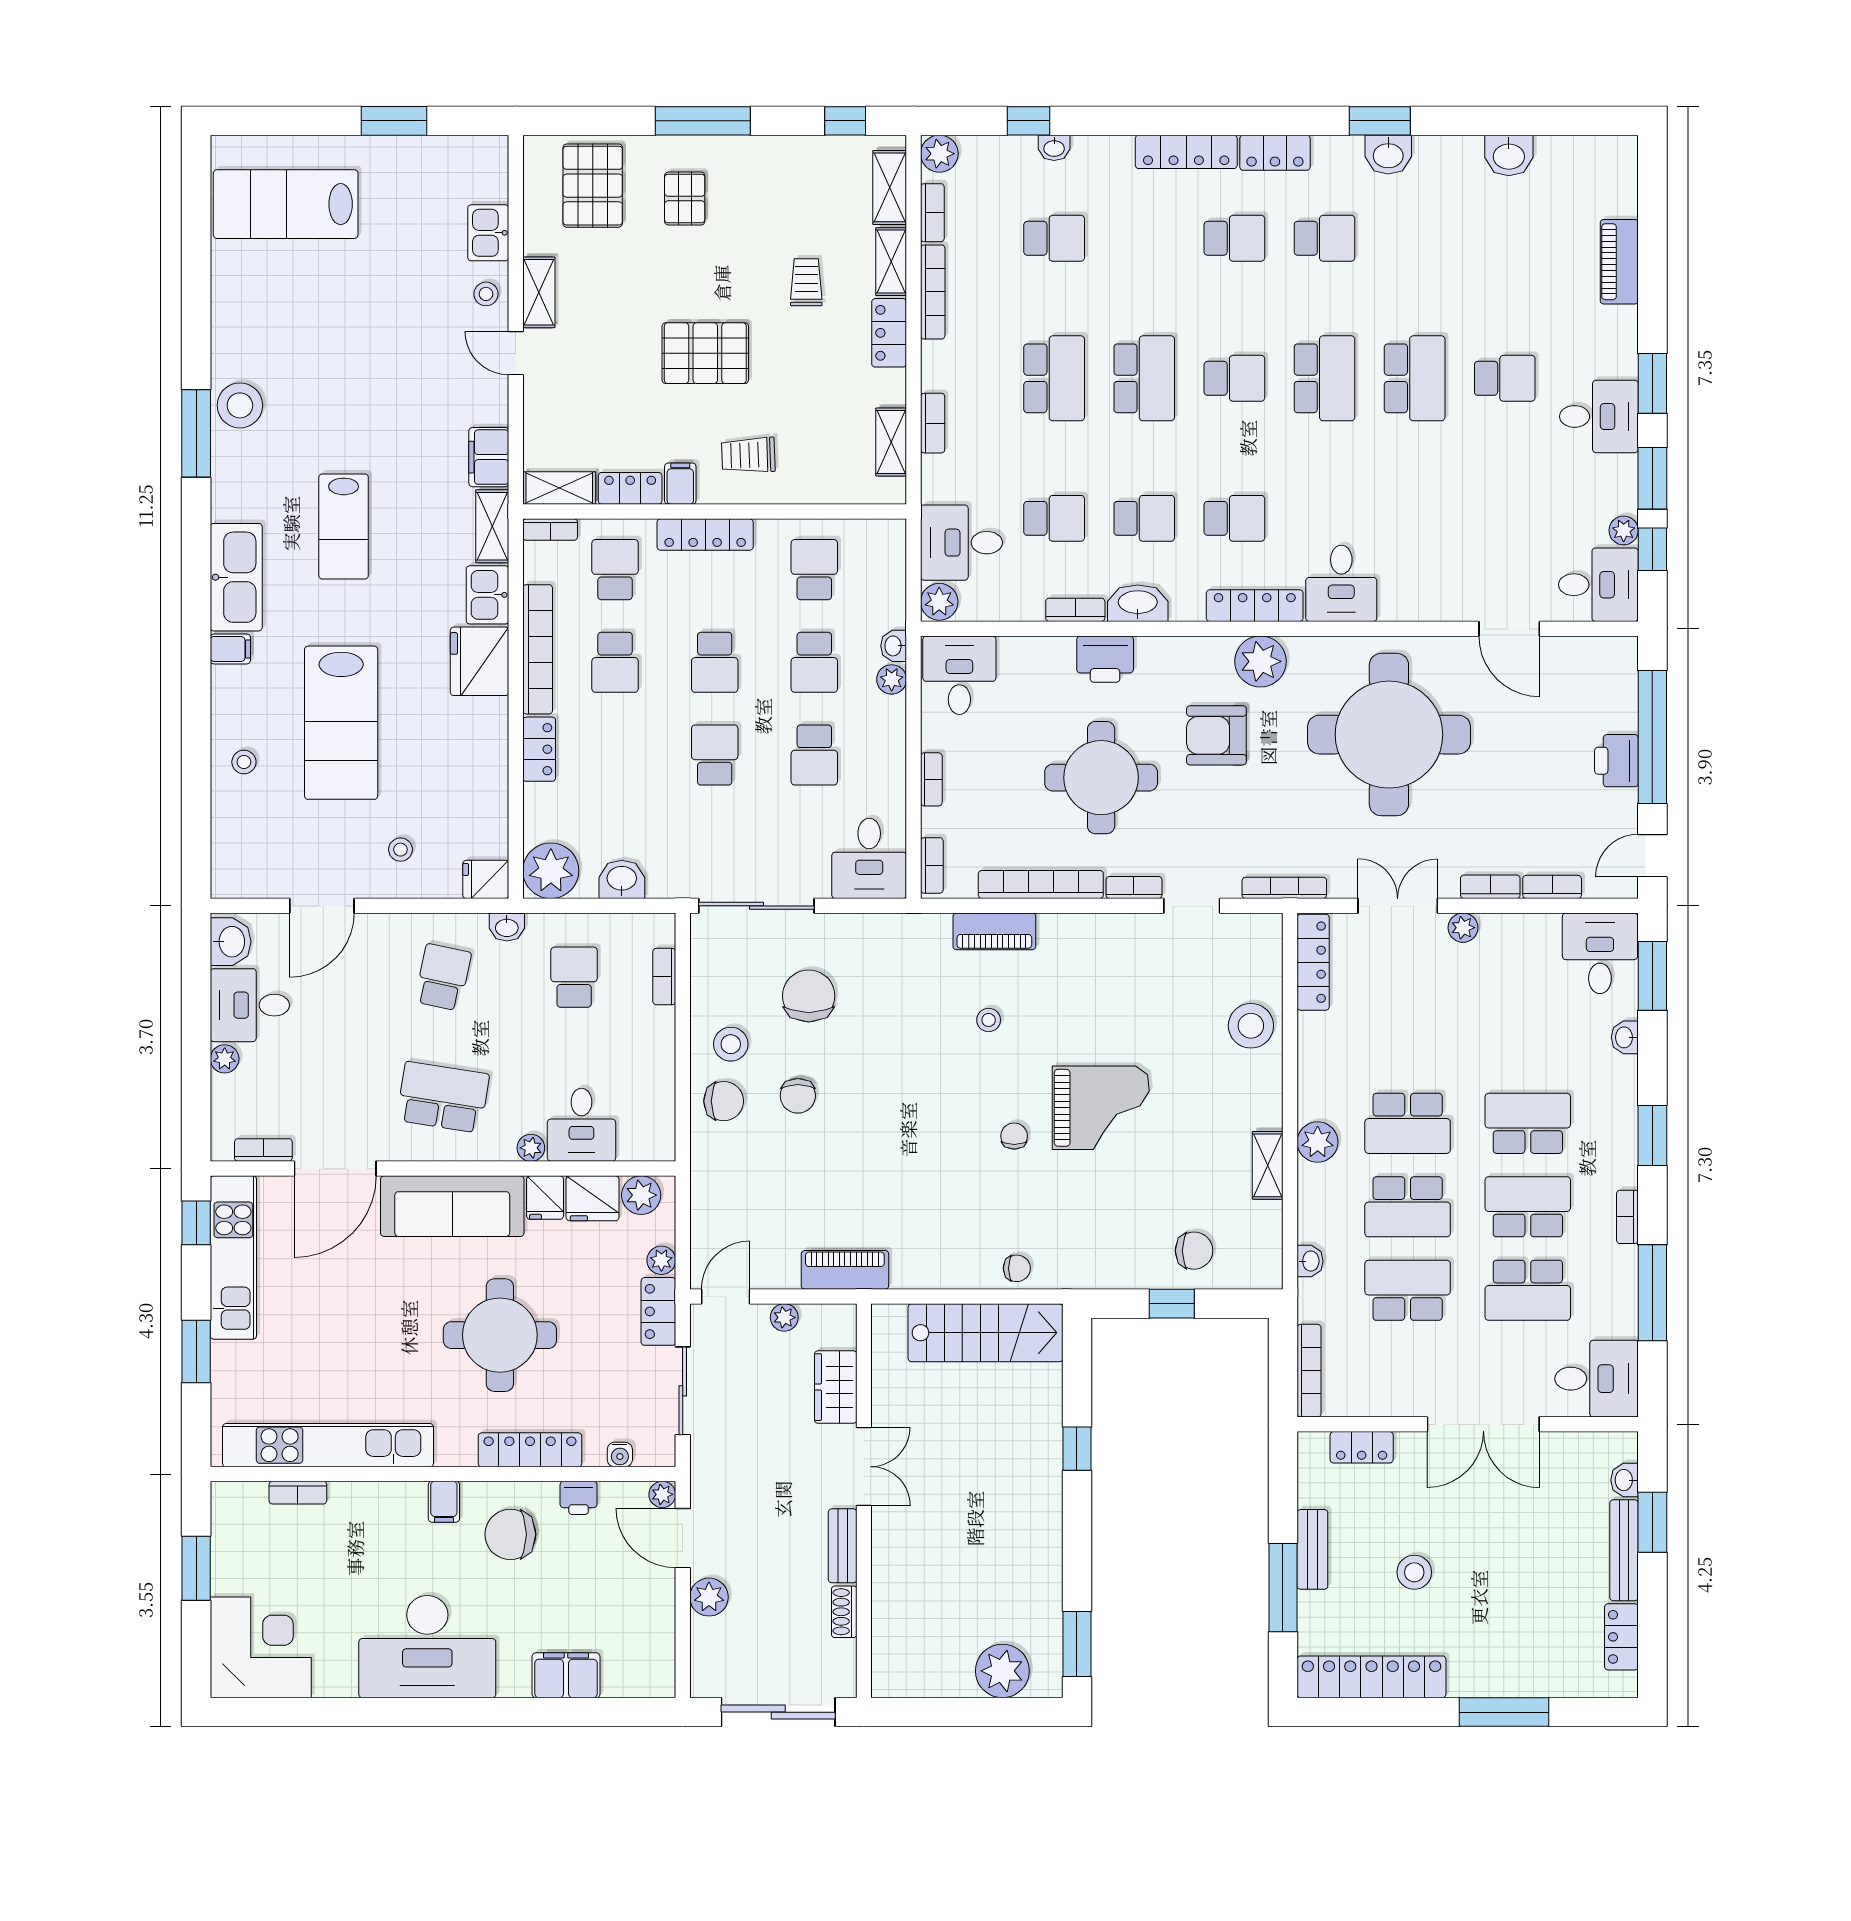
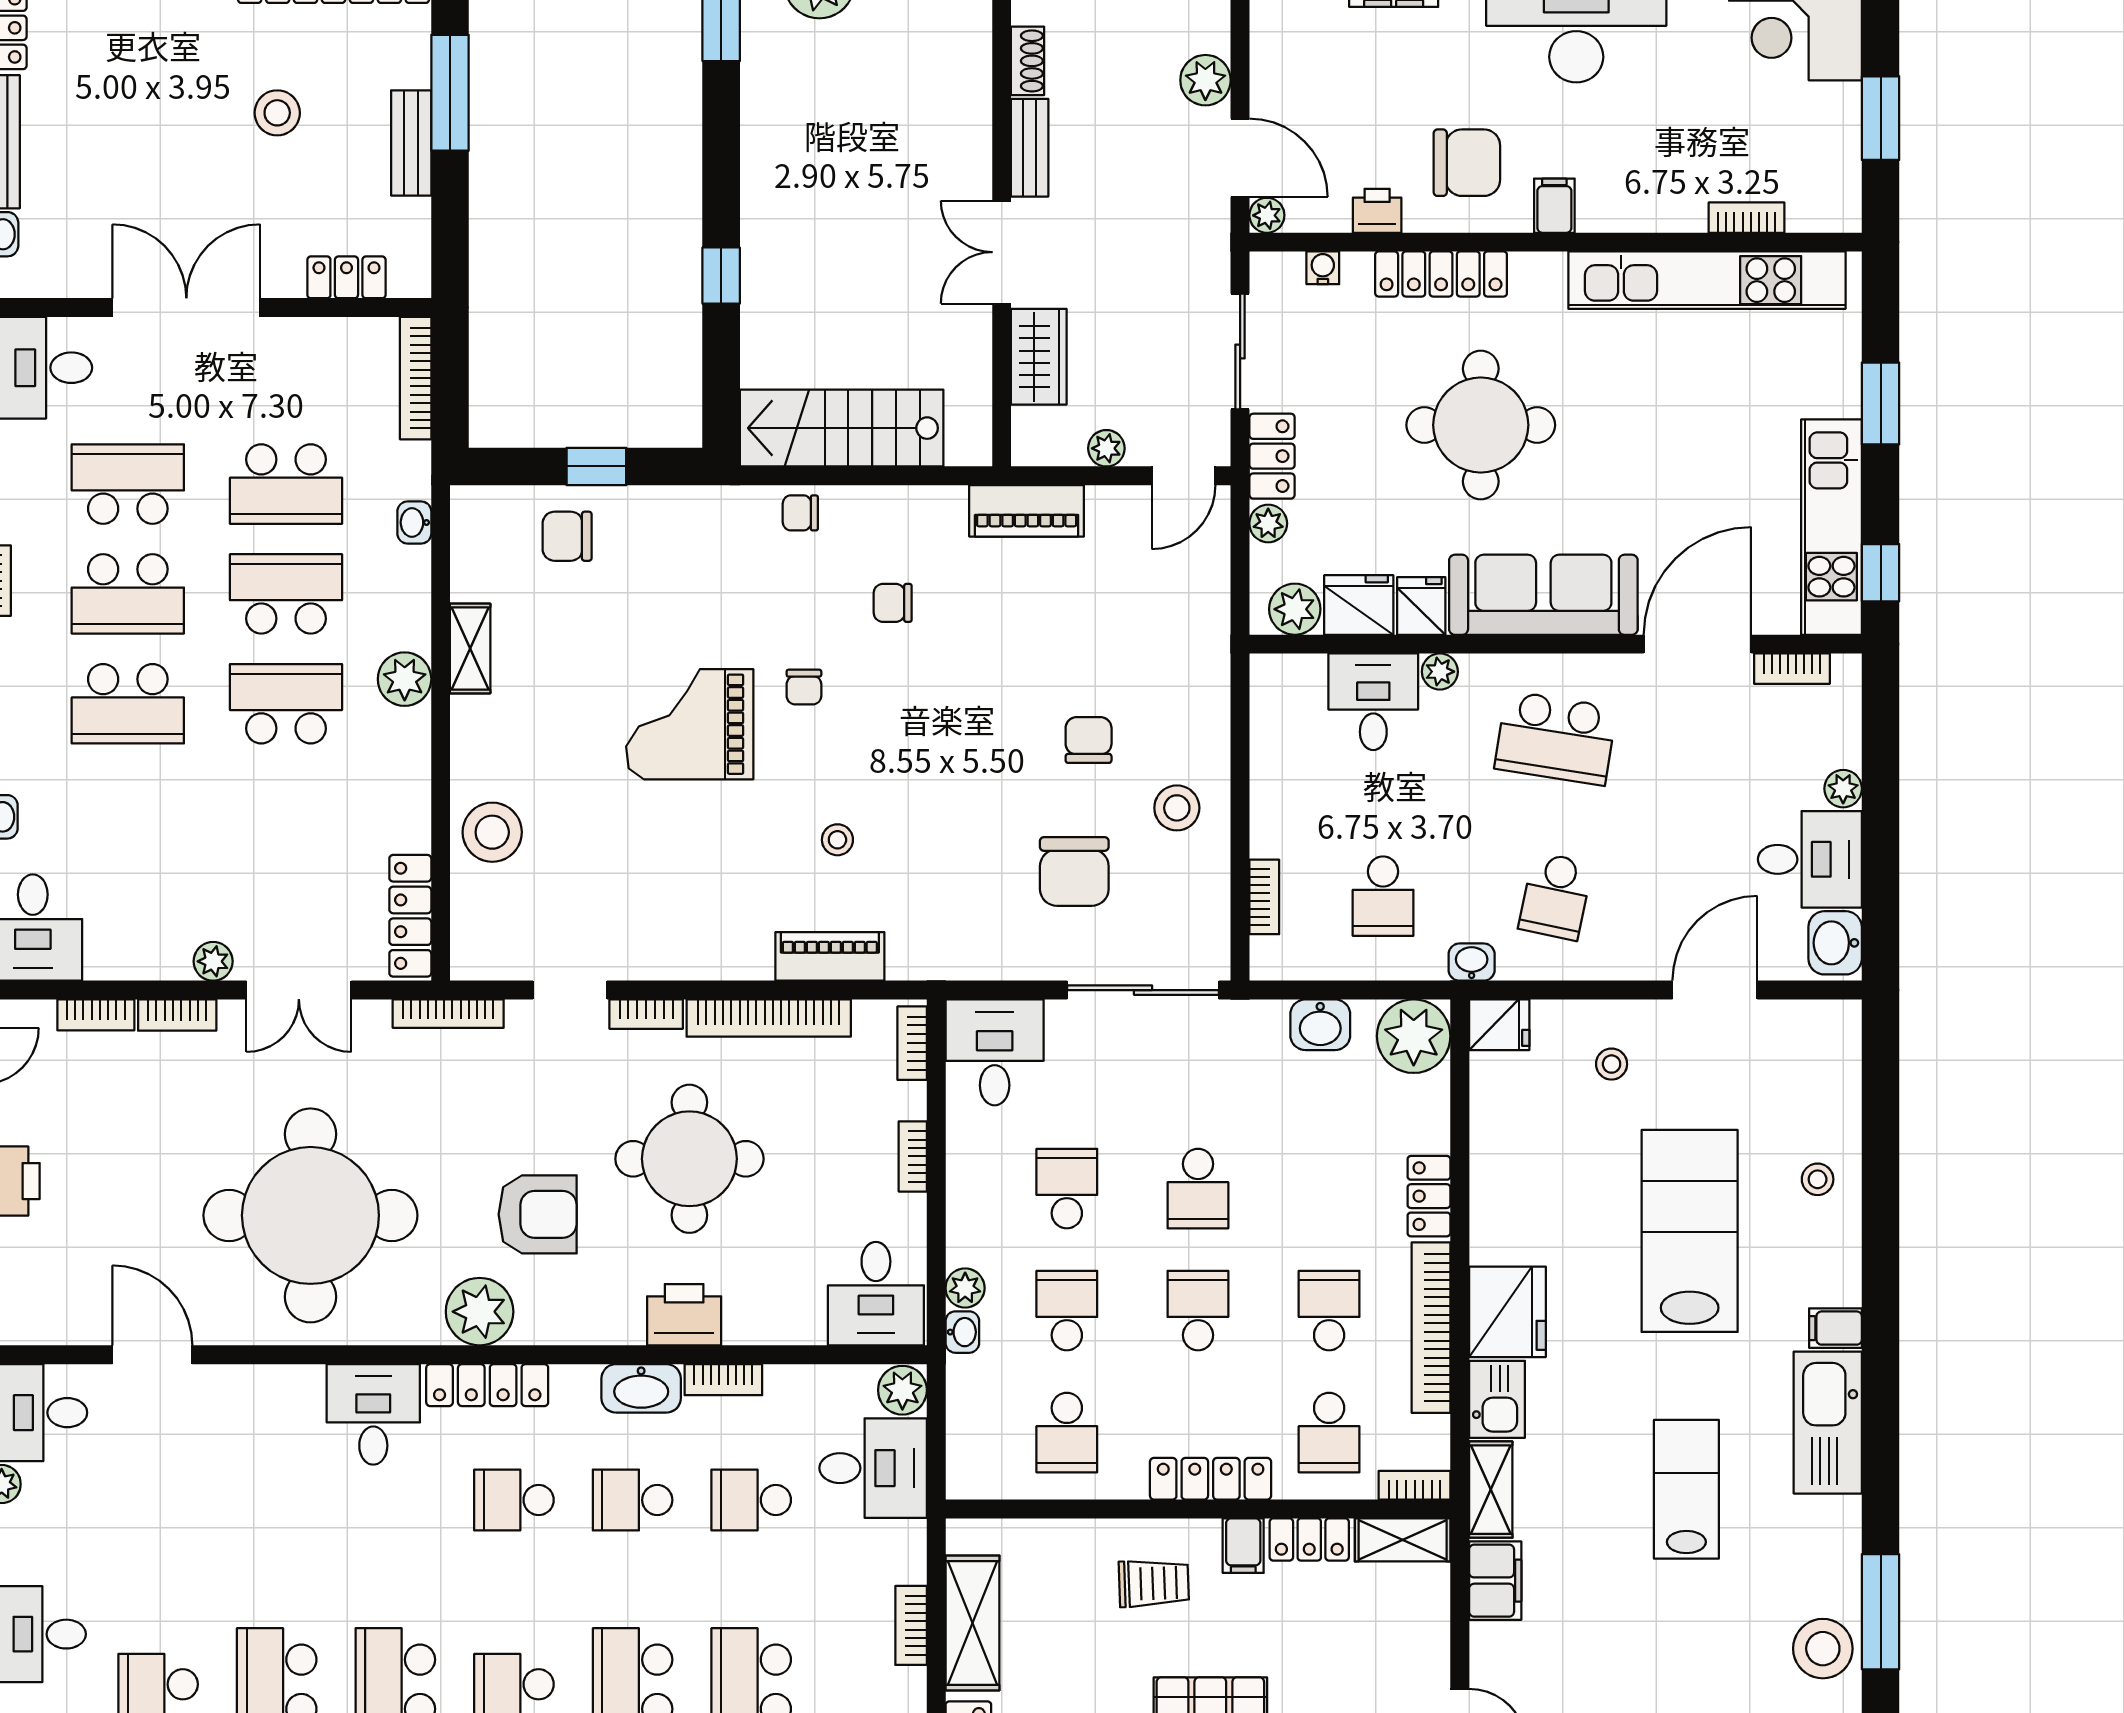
shelving: (891, 442) -> (972, 1623), width x1.50, depth x1.33
chair: (724, 1101) -> (893, 603), moved, width x0.73, depth x0.73

